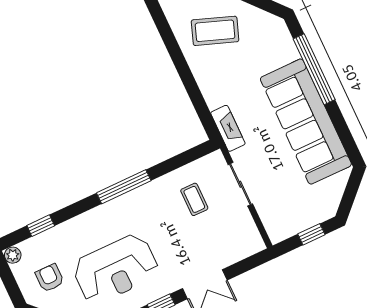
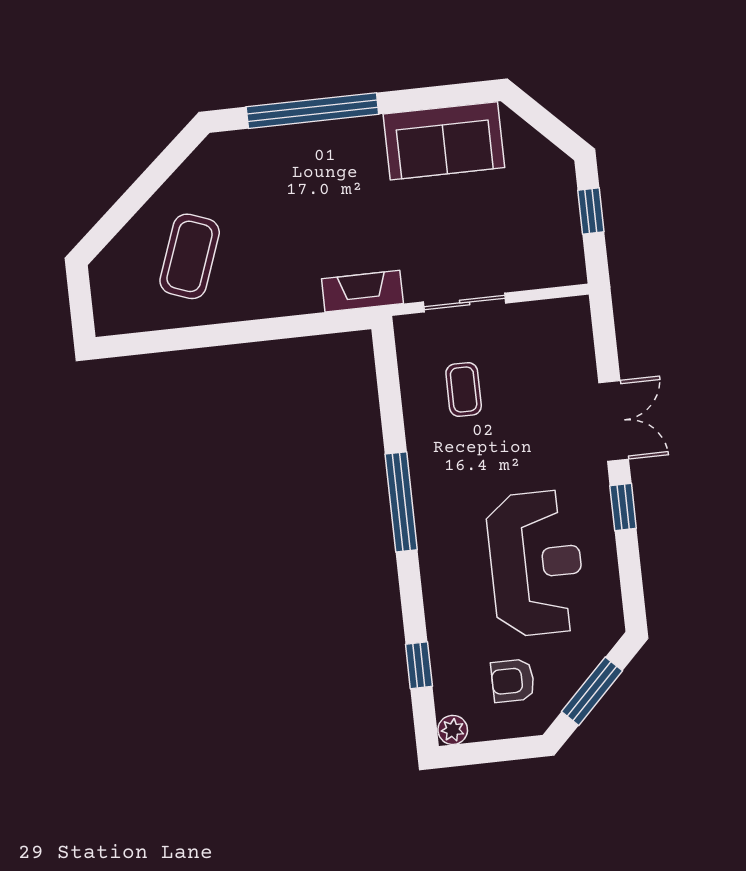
sofa: (306, 122) -> (444, 141), width x0.54, depth x0.79
coffee table: (194, 199) -> (464, 389), turned 90

